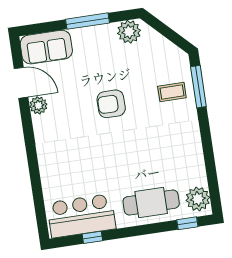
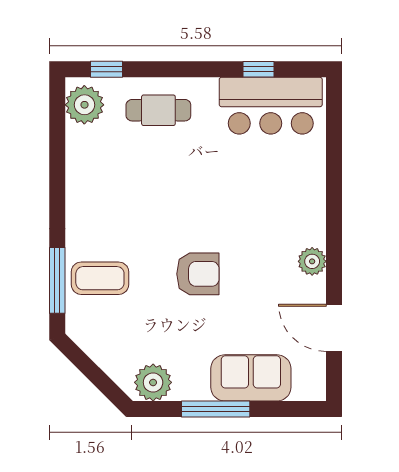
sofa: (46, 47) -> (251, 378), moved
coffee table: (172, 92) -> (100, 278), width x1.36, depth x1.30
plant: (38, 105) -> (312, 261), moved
cafe table: (151, 202) -> (158, 110), width x0.73, depth x0.74

